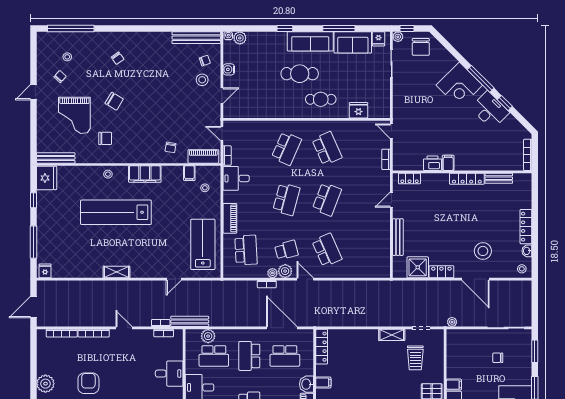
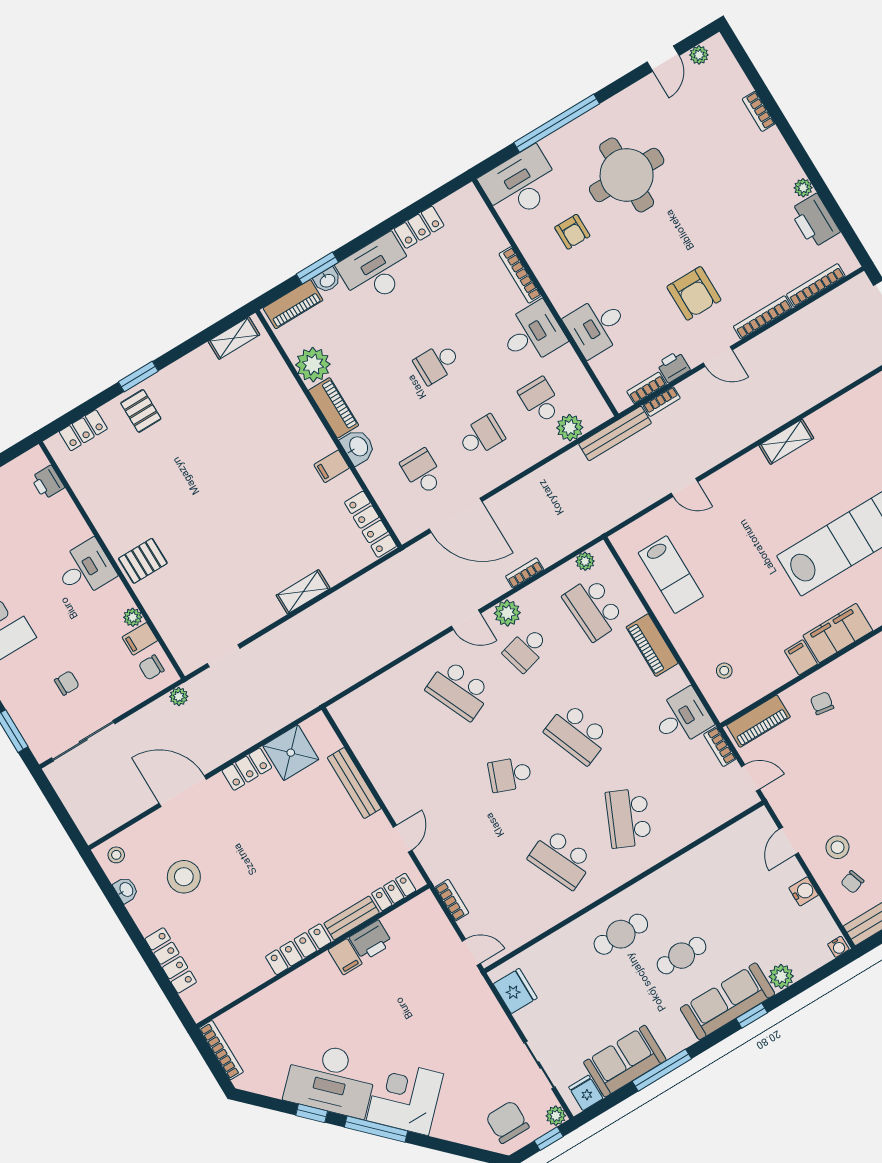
plant: (240, 38) -> (781, 976), moved
sofa: (310, 41) -> (727, 1001), moved
cafe table: (300, 74) -> (682, 956), width x0.73, depth x0.74
fridge: (358, 110) -> (515, 991), moved, turned -90
desk: (490, 110) -> (331, 1079), width x1.36, depth x1.30
filing cabinet: (189, 173) -> (801, 657), moved
bench: (499, 178) -> (352, 918), moved
school desk: (286, 199) -> (577, 734), turned -36
school desk: (327, 199) -> (510, 774), width x0.54
locker: (526, 227) -> (171, 960), moved
lab bench: (203, 244) -> (671, 575), width x0.73, depth x0.72
stool: (483, 251) -> (184, 877), moved
plant: (272, 273) -> (585, 561), moved
door: (174, 279) -> (684, 487), swing flipped
printer: (146, 335) -> (673, 367), added
shelving: (392, 335) -> (303, 592), moved
chair: (456, 342) -> (151, 667), added
school desk: (214, 356) -> (540, 400), width x0.54
school desk: (249, 356) -> (481, 436), width x0.54
school desk: (285, 356) -> (422, 472), width x0.54
trolley: (415, 358) -> (204, 600), removed
printer: (45, 362) -> (815, 221), added
plant: (451, 369) -> (133, 617), added
armchair: (88, 383) -> (694, 293), moved
plant: (45, 384) -> (803, 188), width x0.53, depth x0.53
filing cabinet: (454, 385) -> (140, 639), moved

